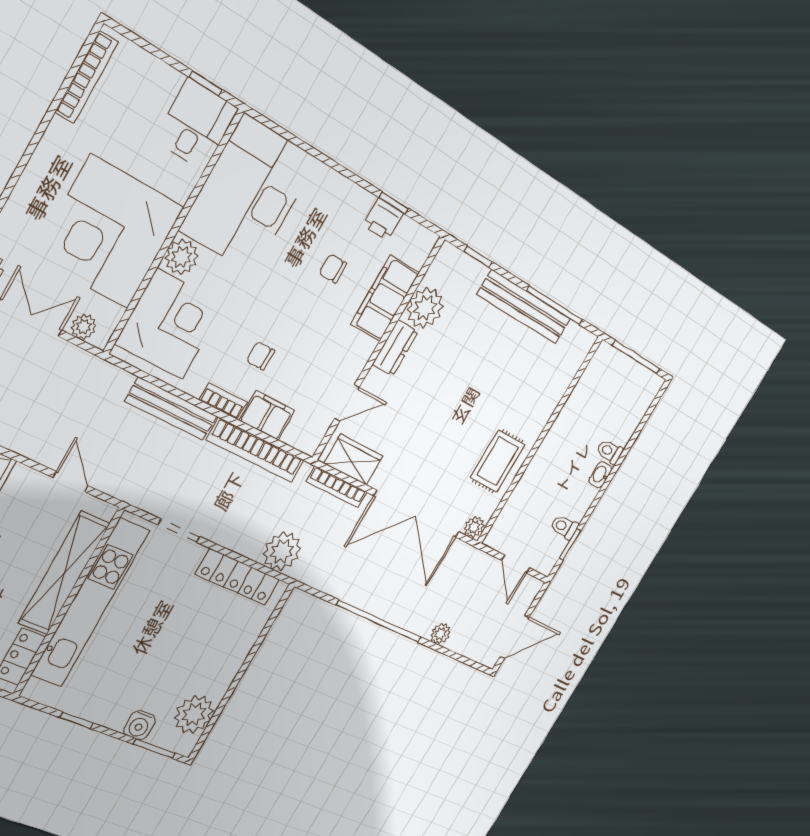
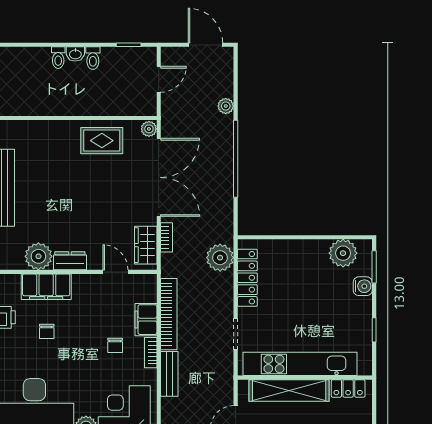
bench: (171, 409) -> (169, 374), width x0.73
bookcase: (337, 487) -> (167, 237), width x0.64
toilet: (564, 527) -> (93, 58), moved

